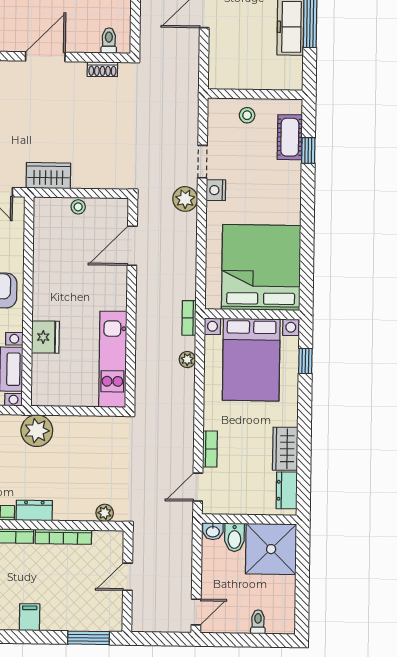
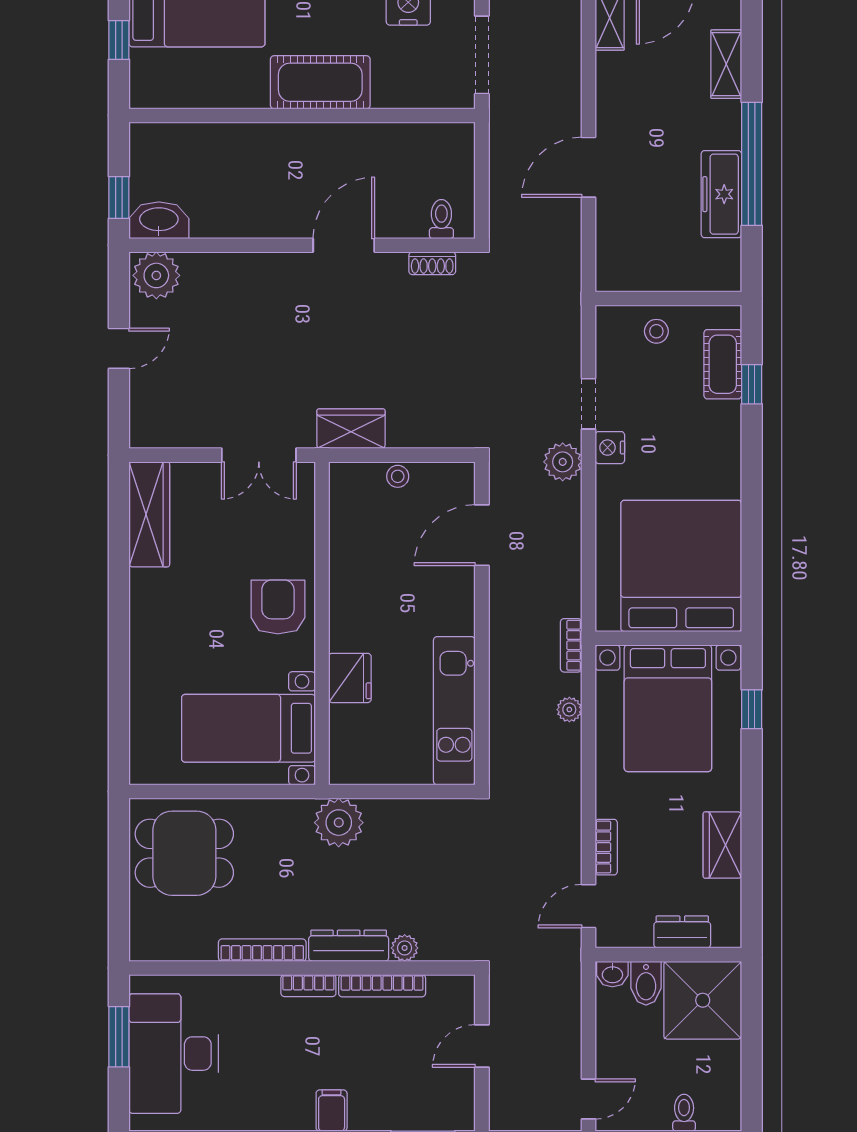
dresser: (287, 490) -> (682, 932), moved, turned 90
dresser: (34, 510) -> (349, 946), width x1.44
plant: (105, 513) -> (405, 948), moved

